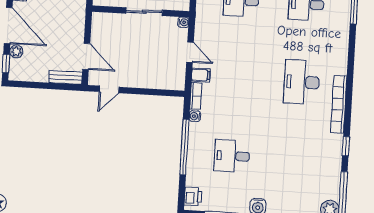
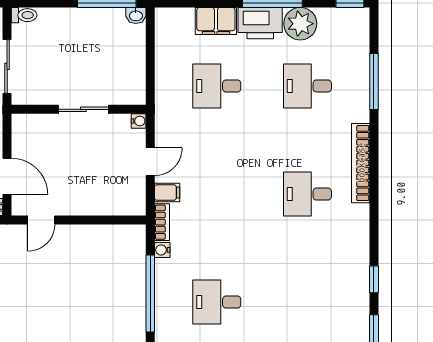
door: (190, 52) -> (150, 162), hinge flipped
desk: (302, 82) -> (307, 194), width x0.73
bookcase: (339, 104) -> (361, 163), moved

